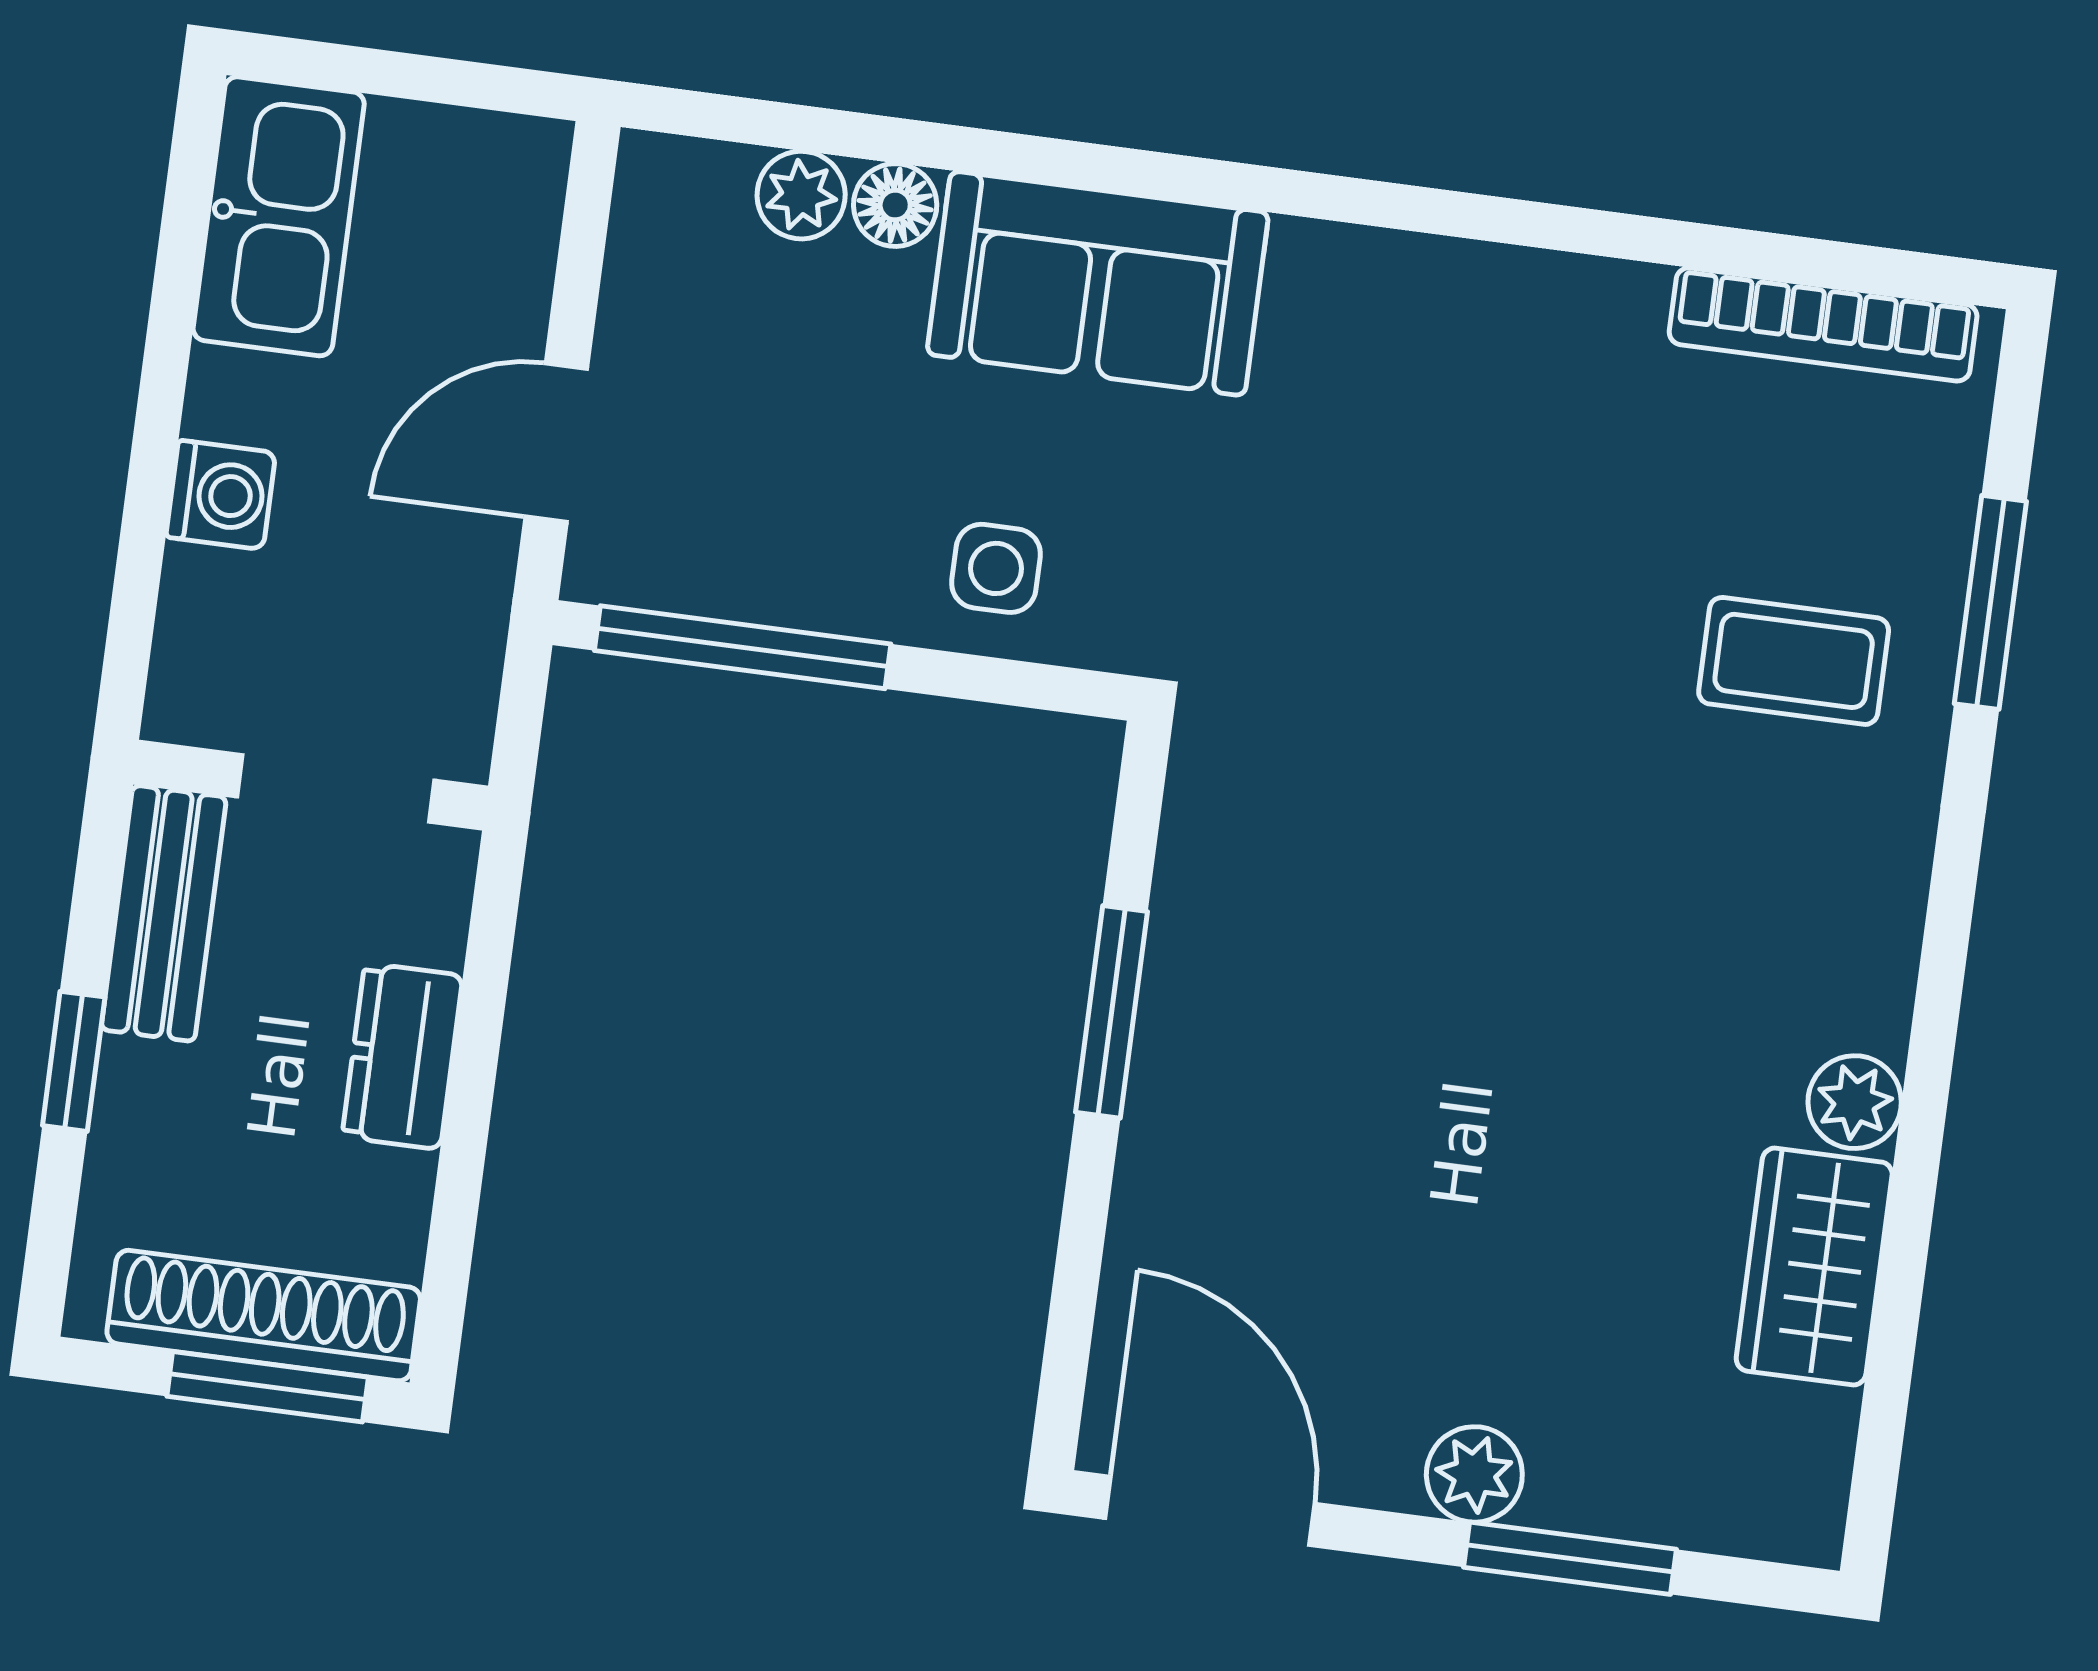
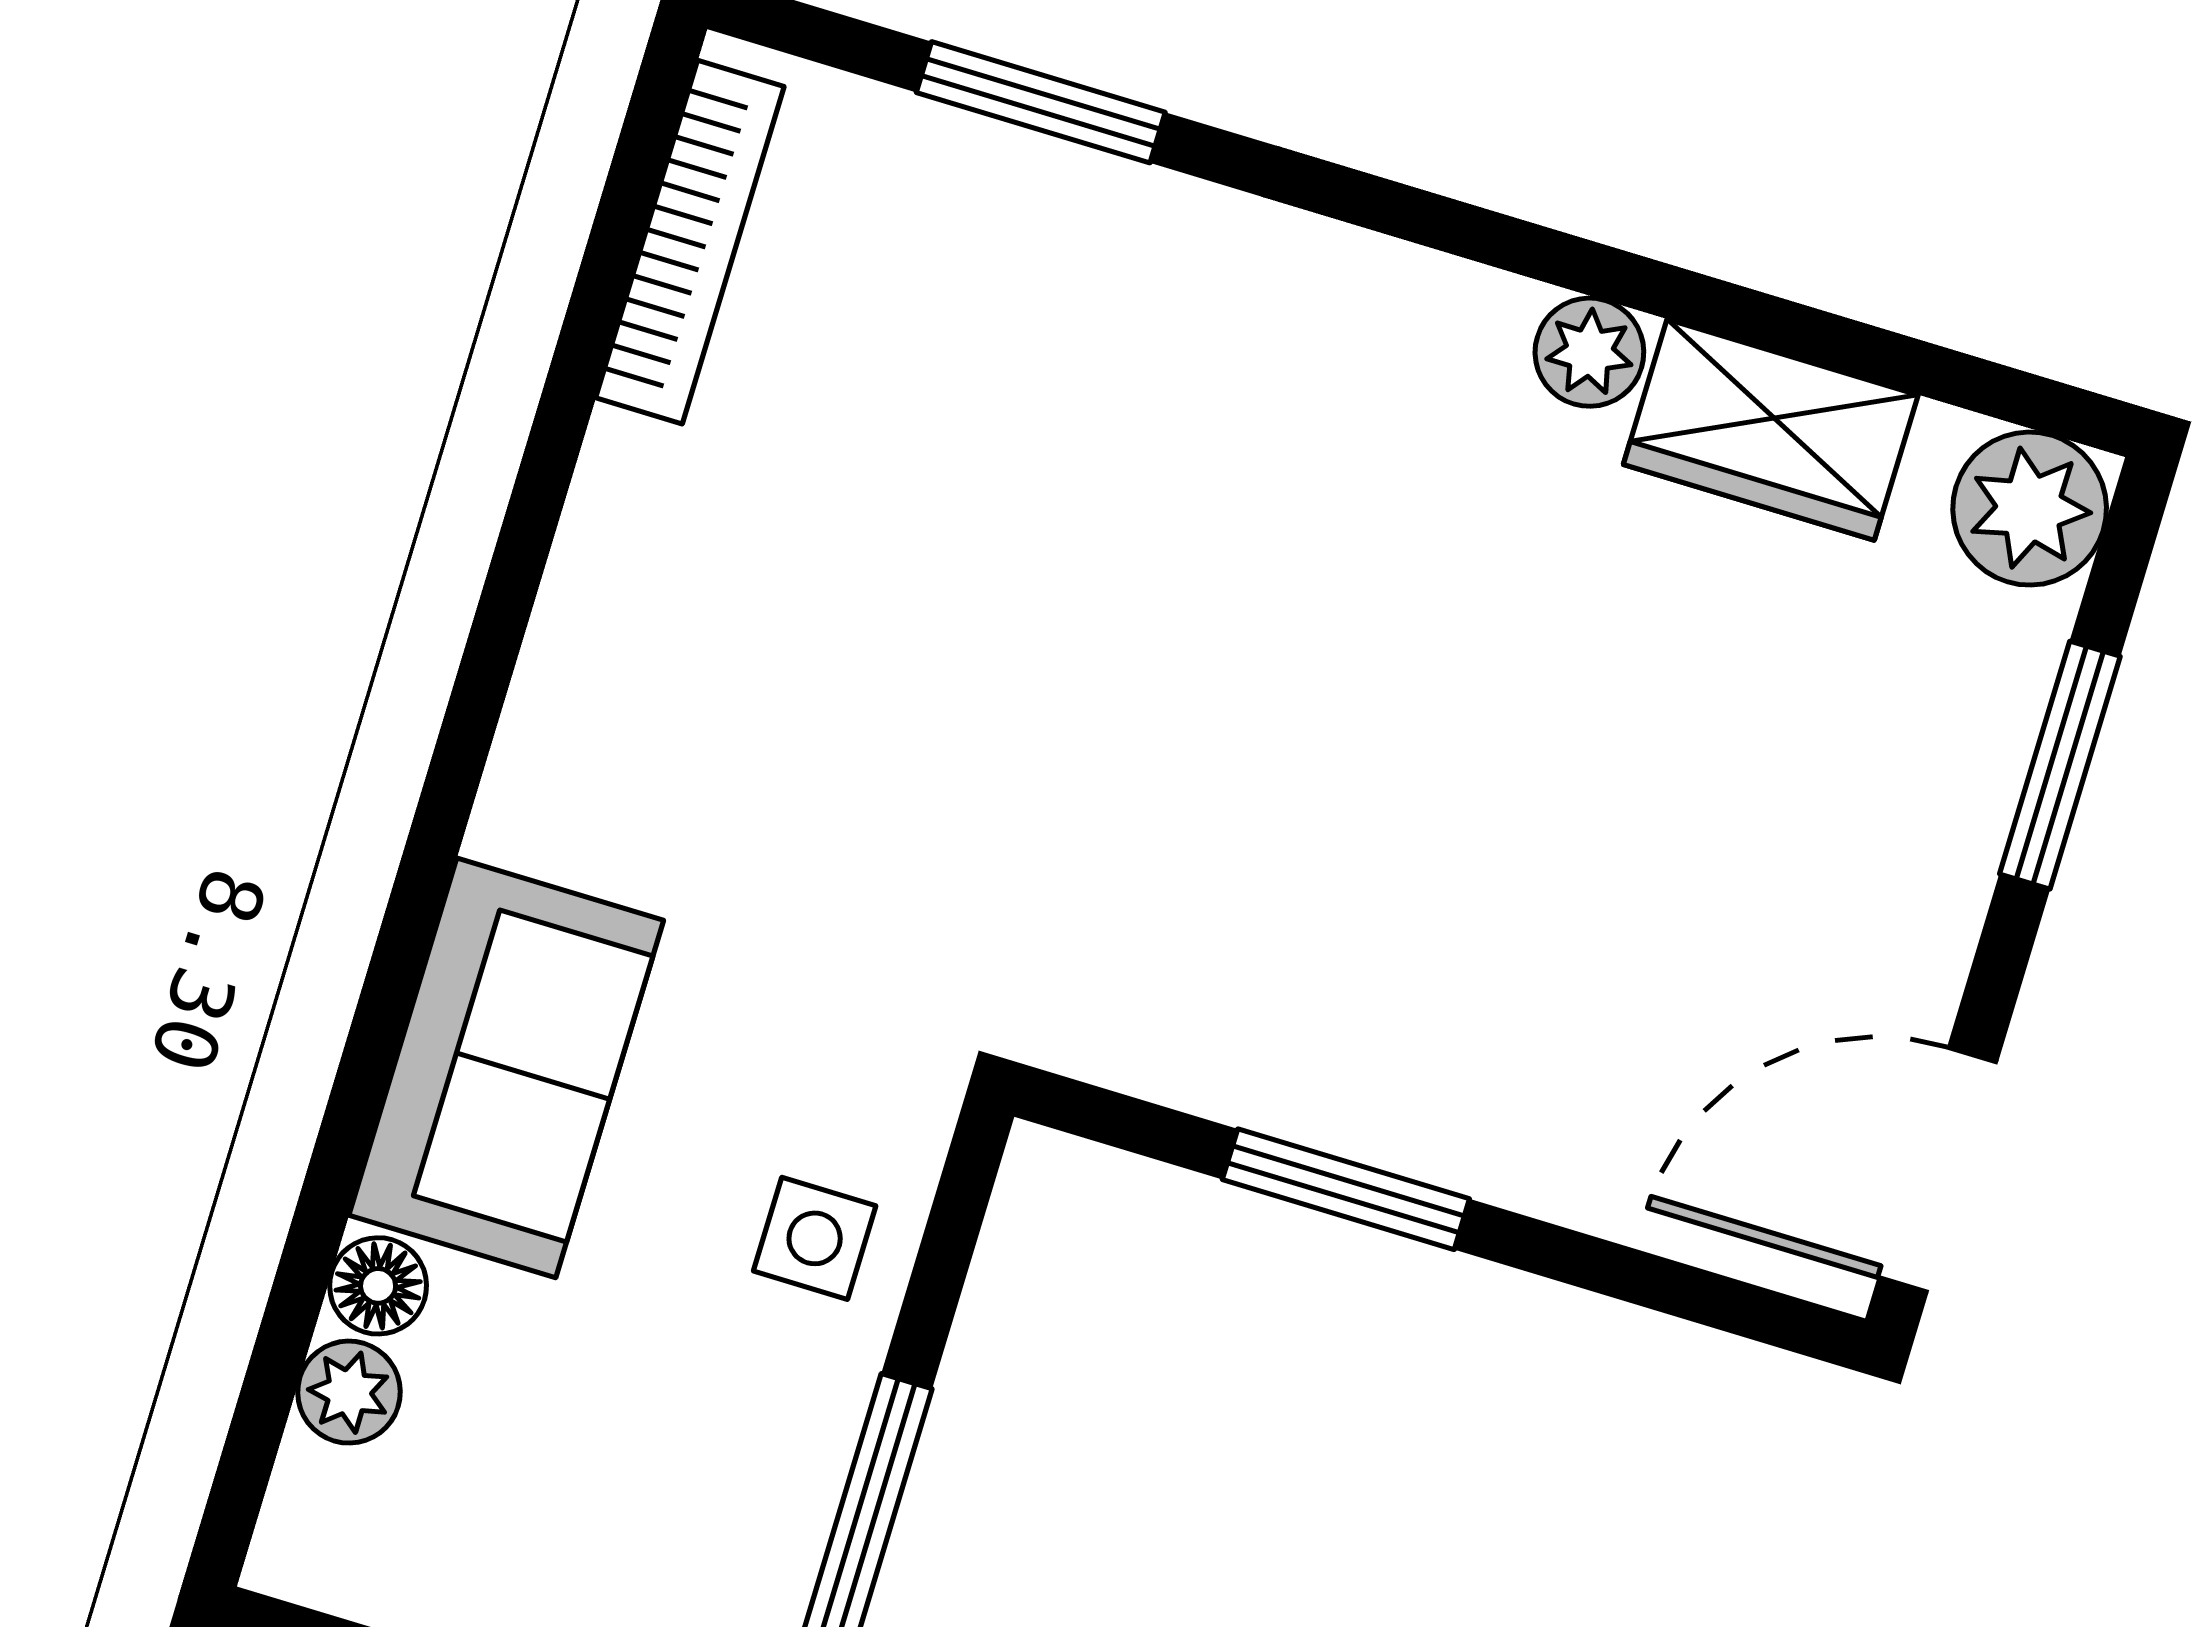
coffee table: (1794, 661) -> (1071, 339), removed
plant: (1474, 1474) -> (2030, 509), moved, width x1.38, depth x1.38

